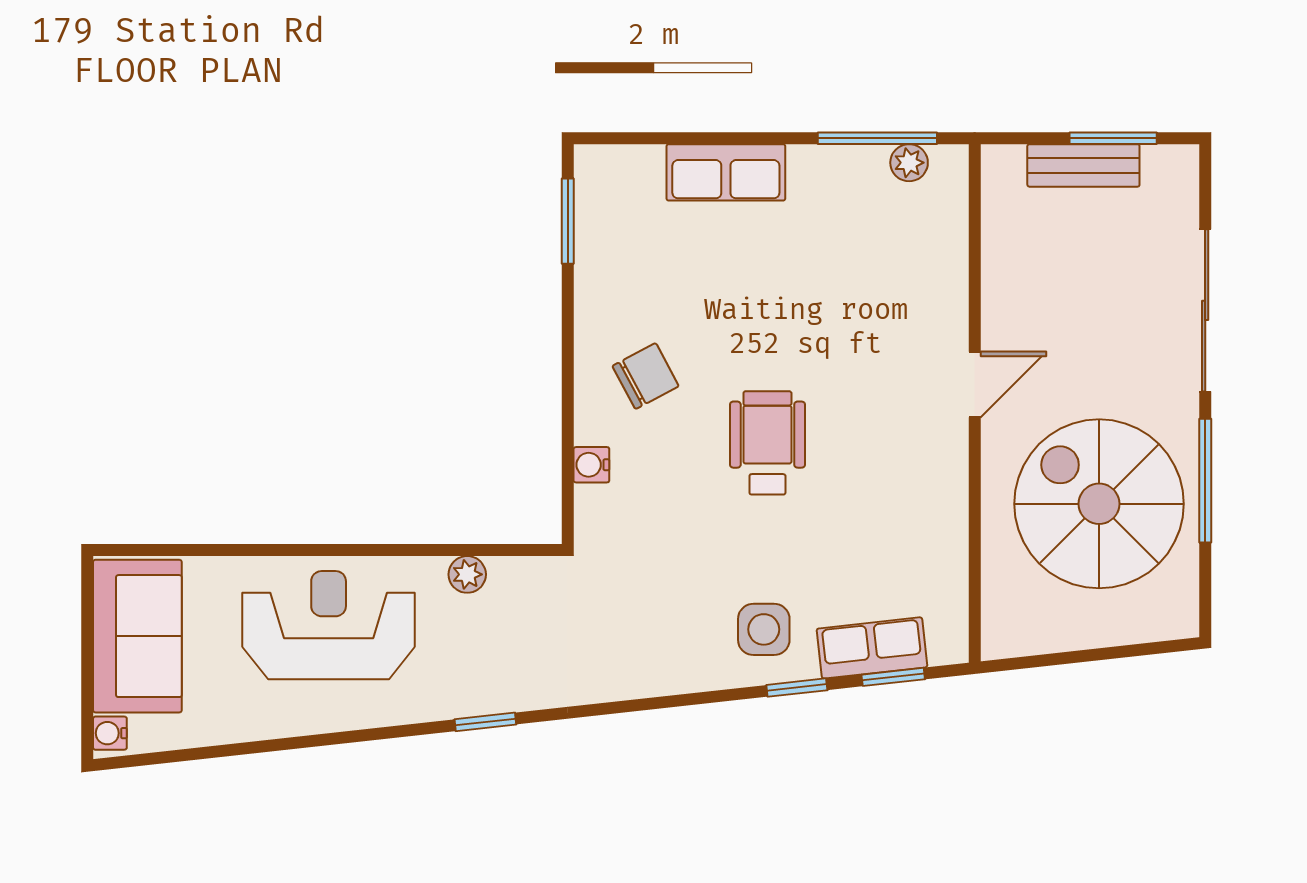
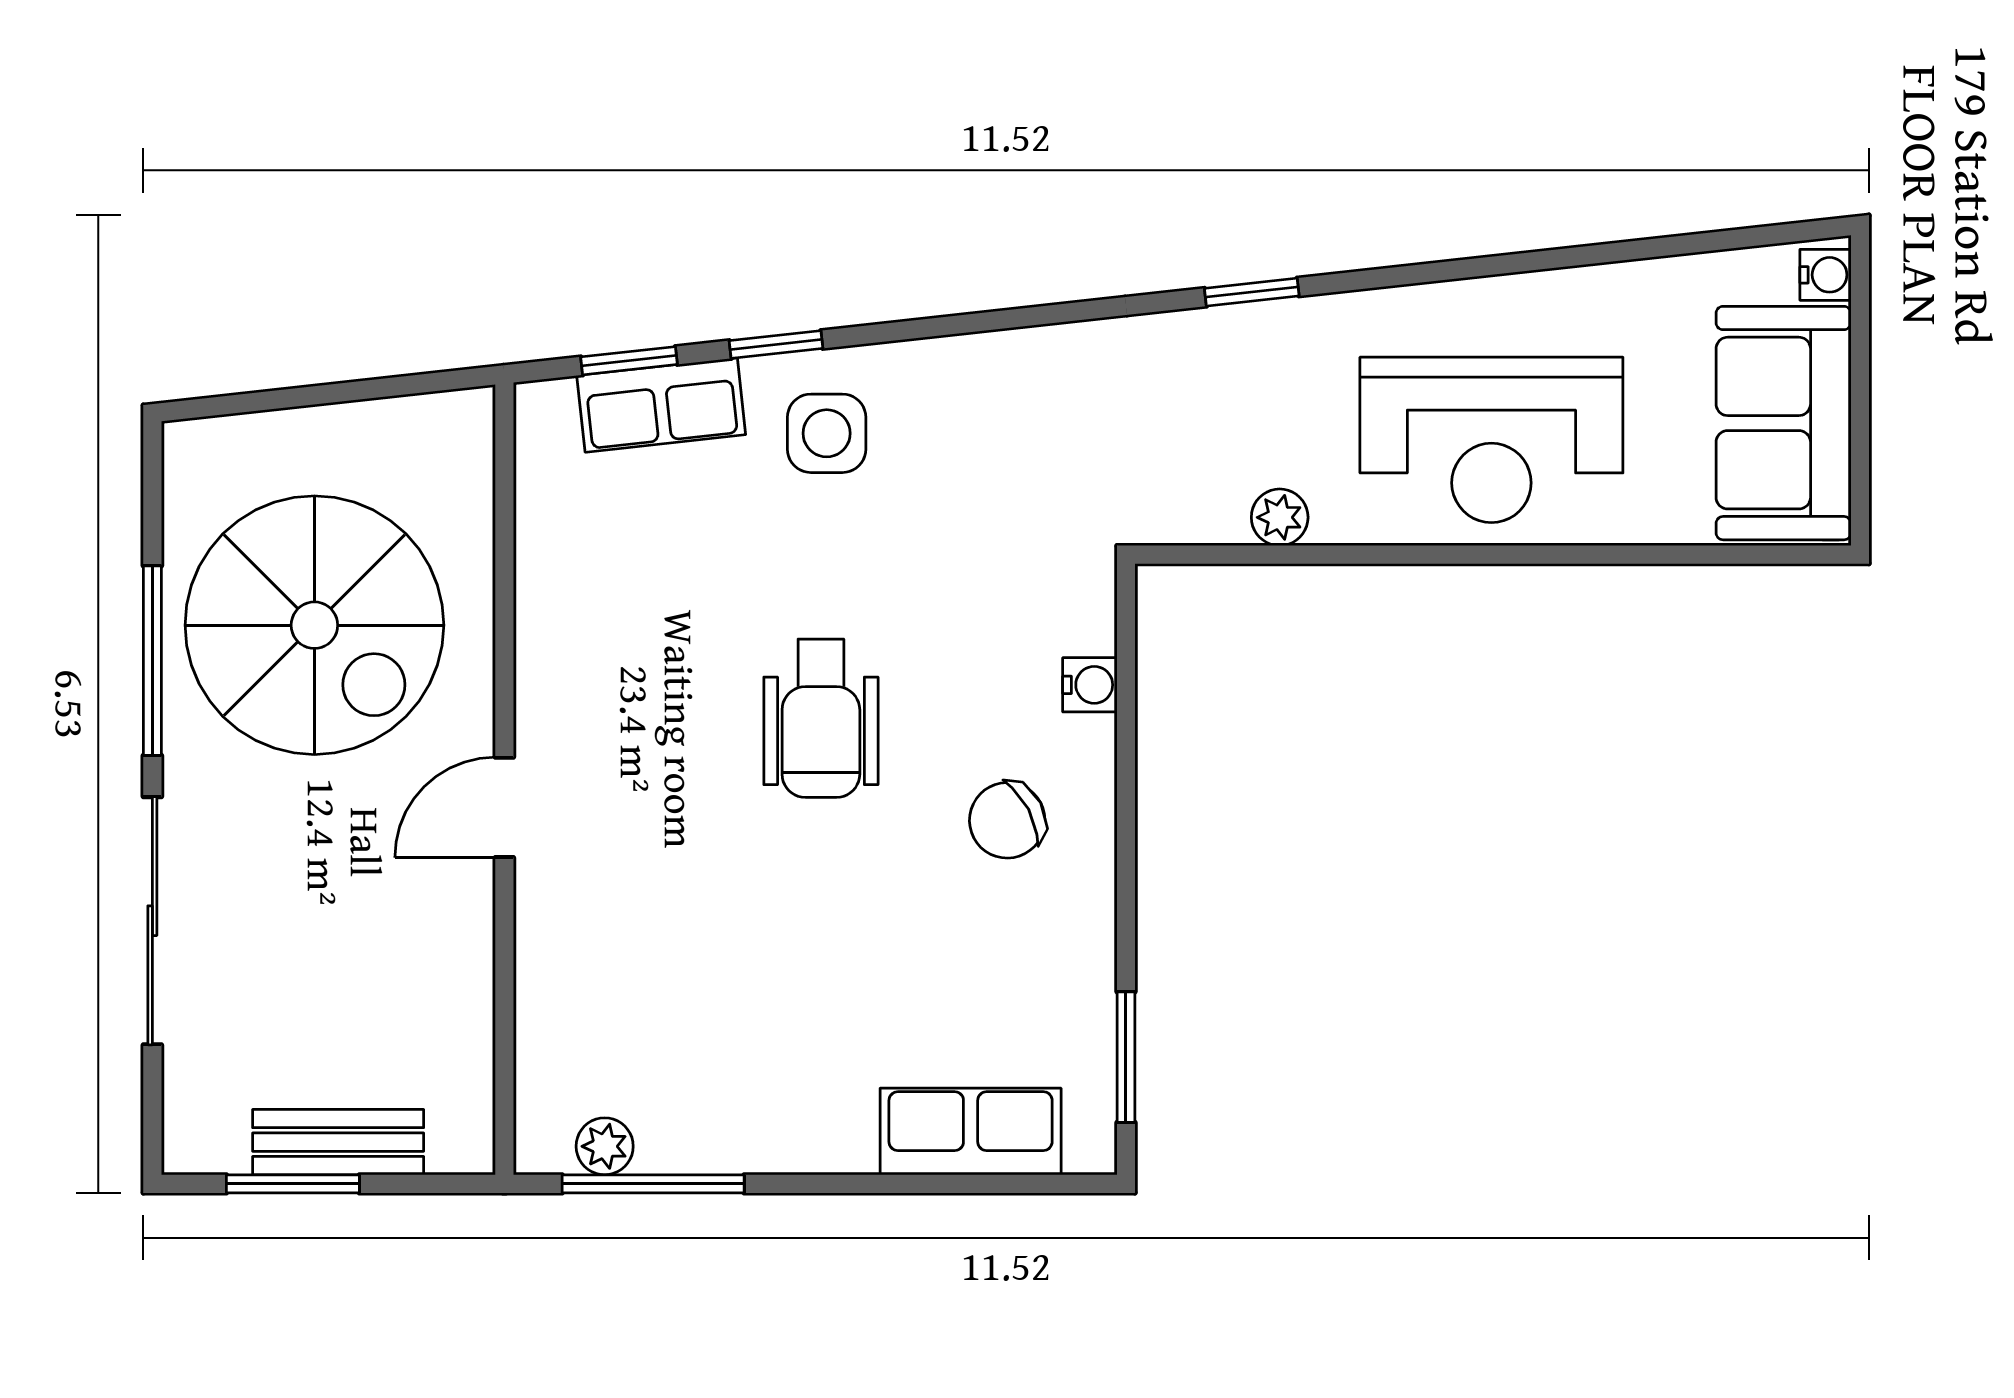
row of seats: (726, 172) -> (971, 1132), moved

